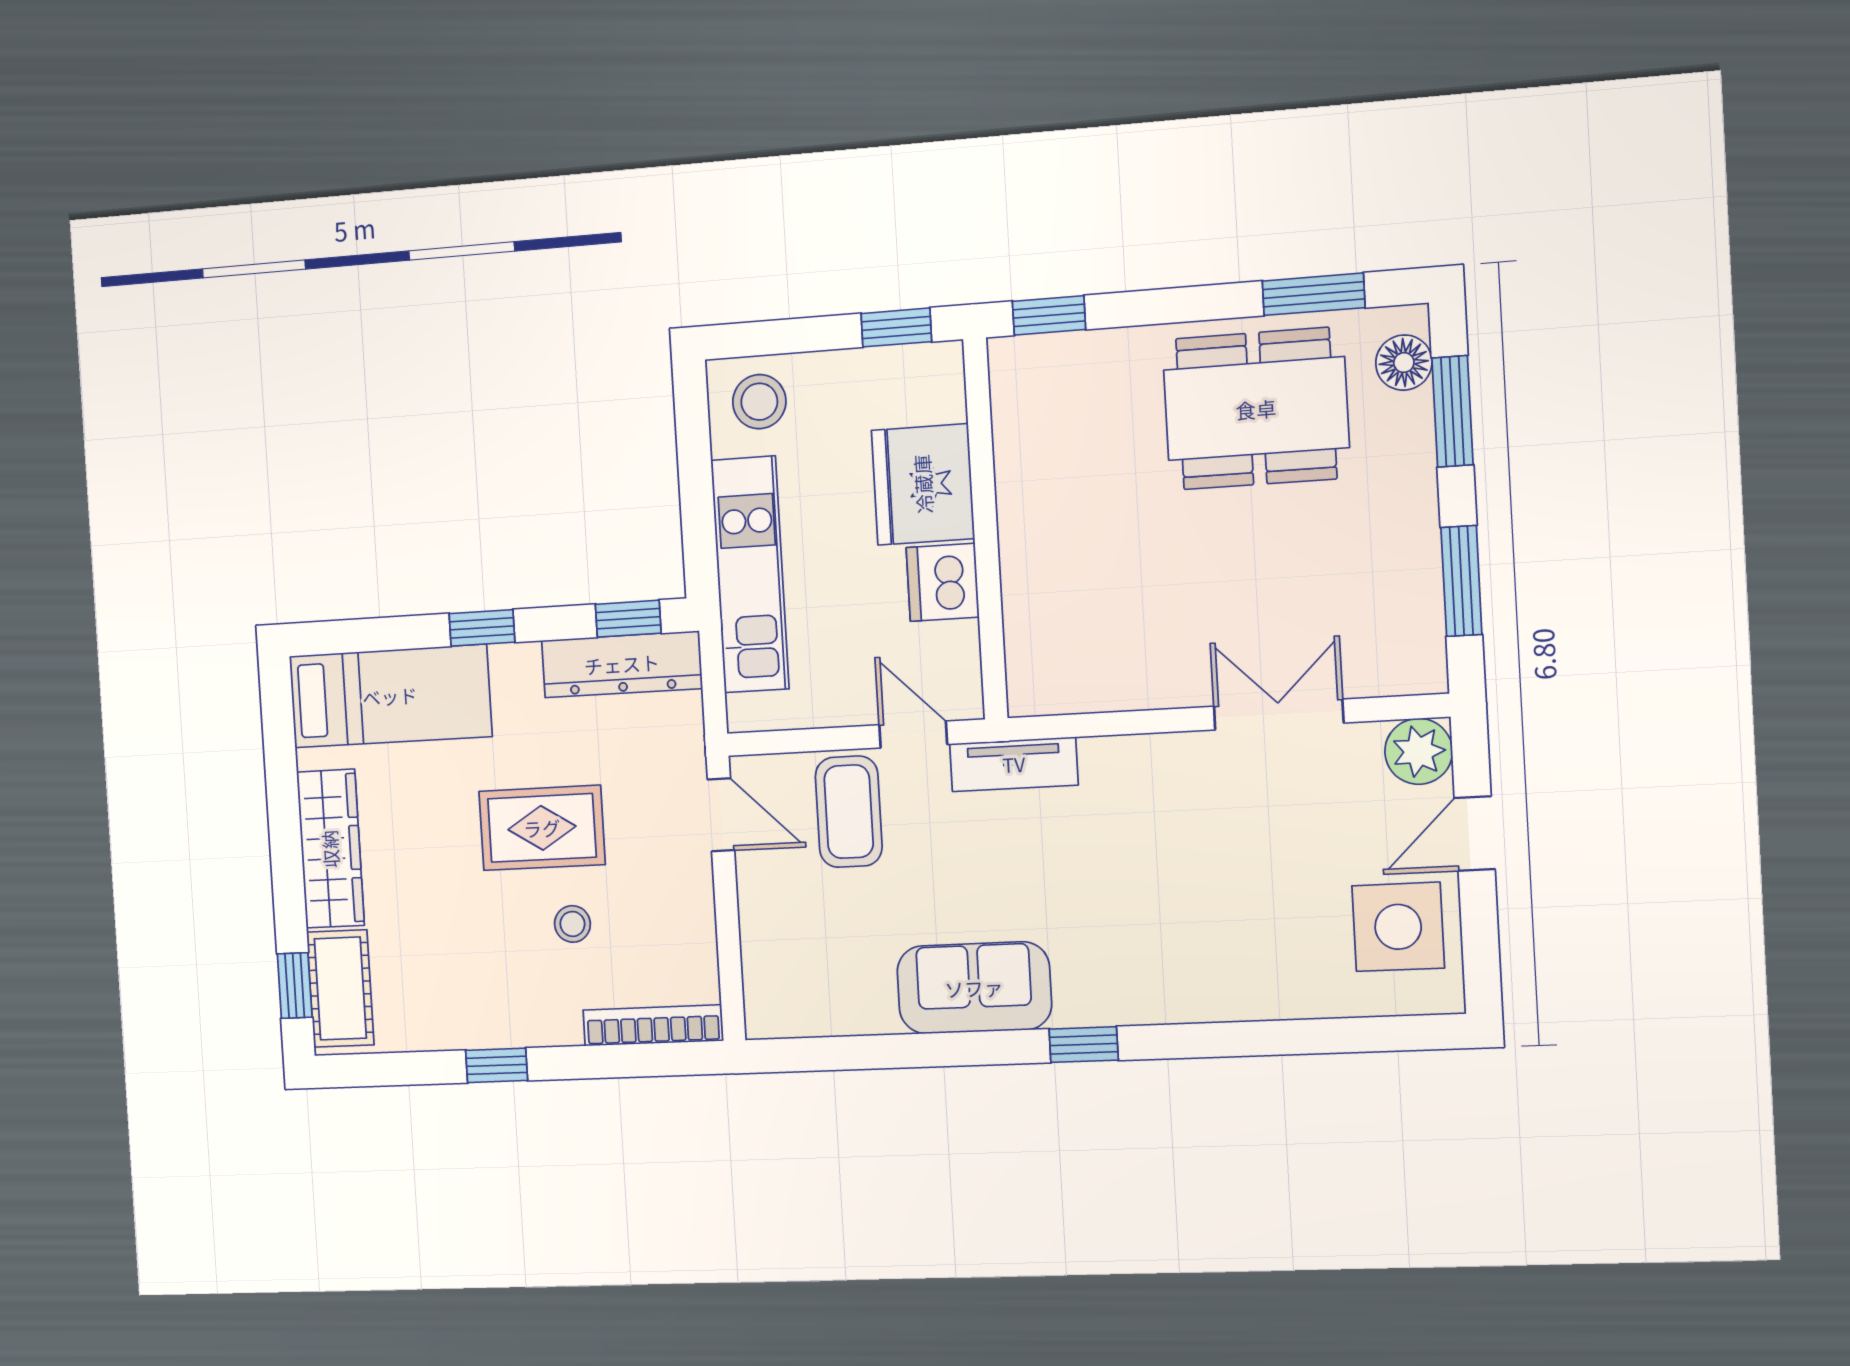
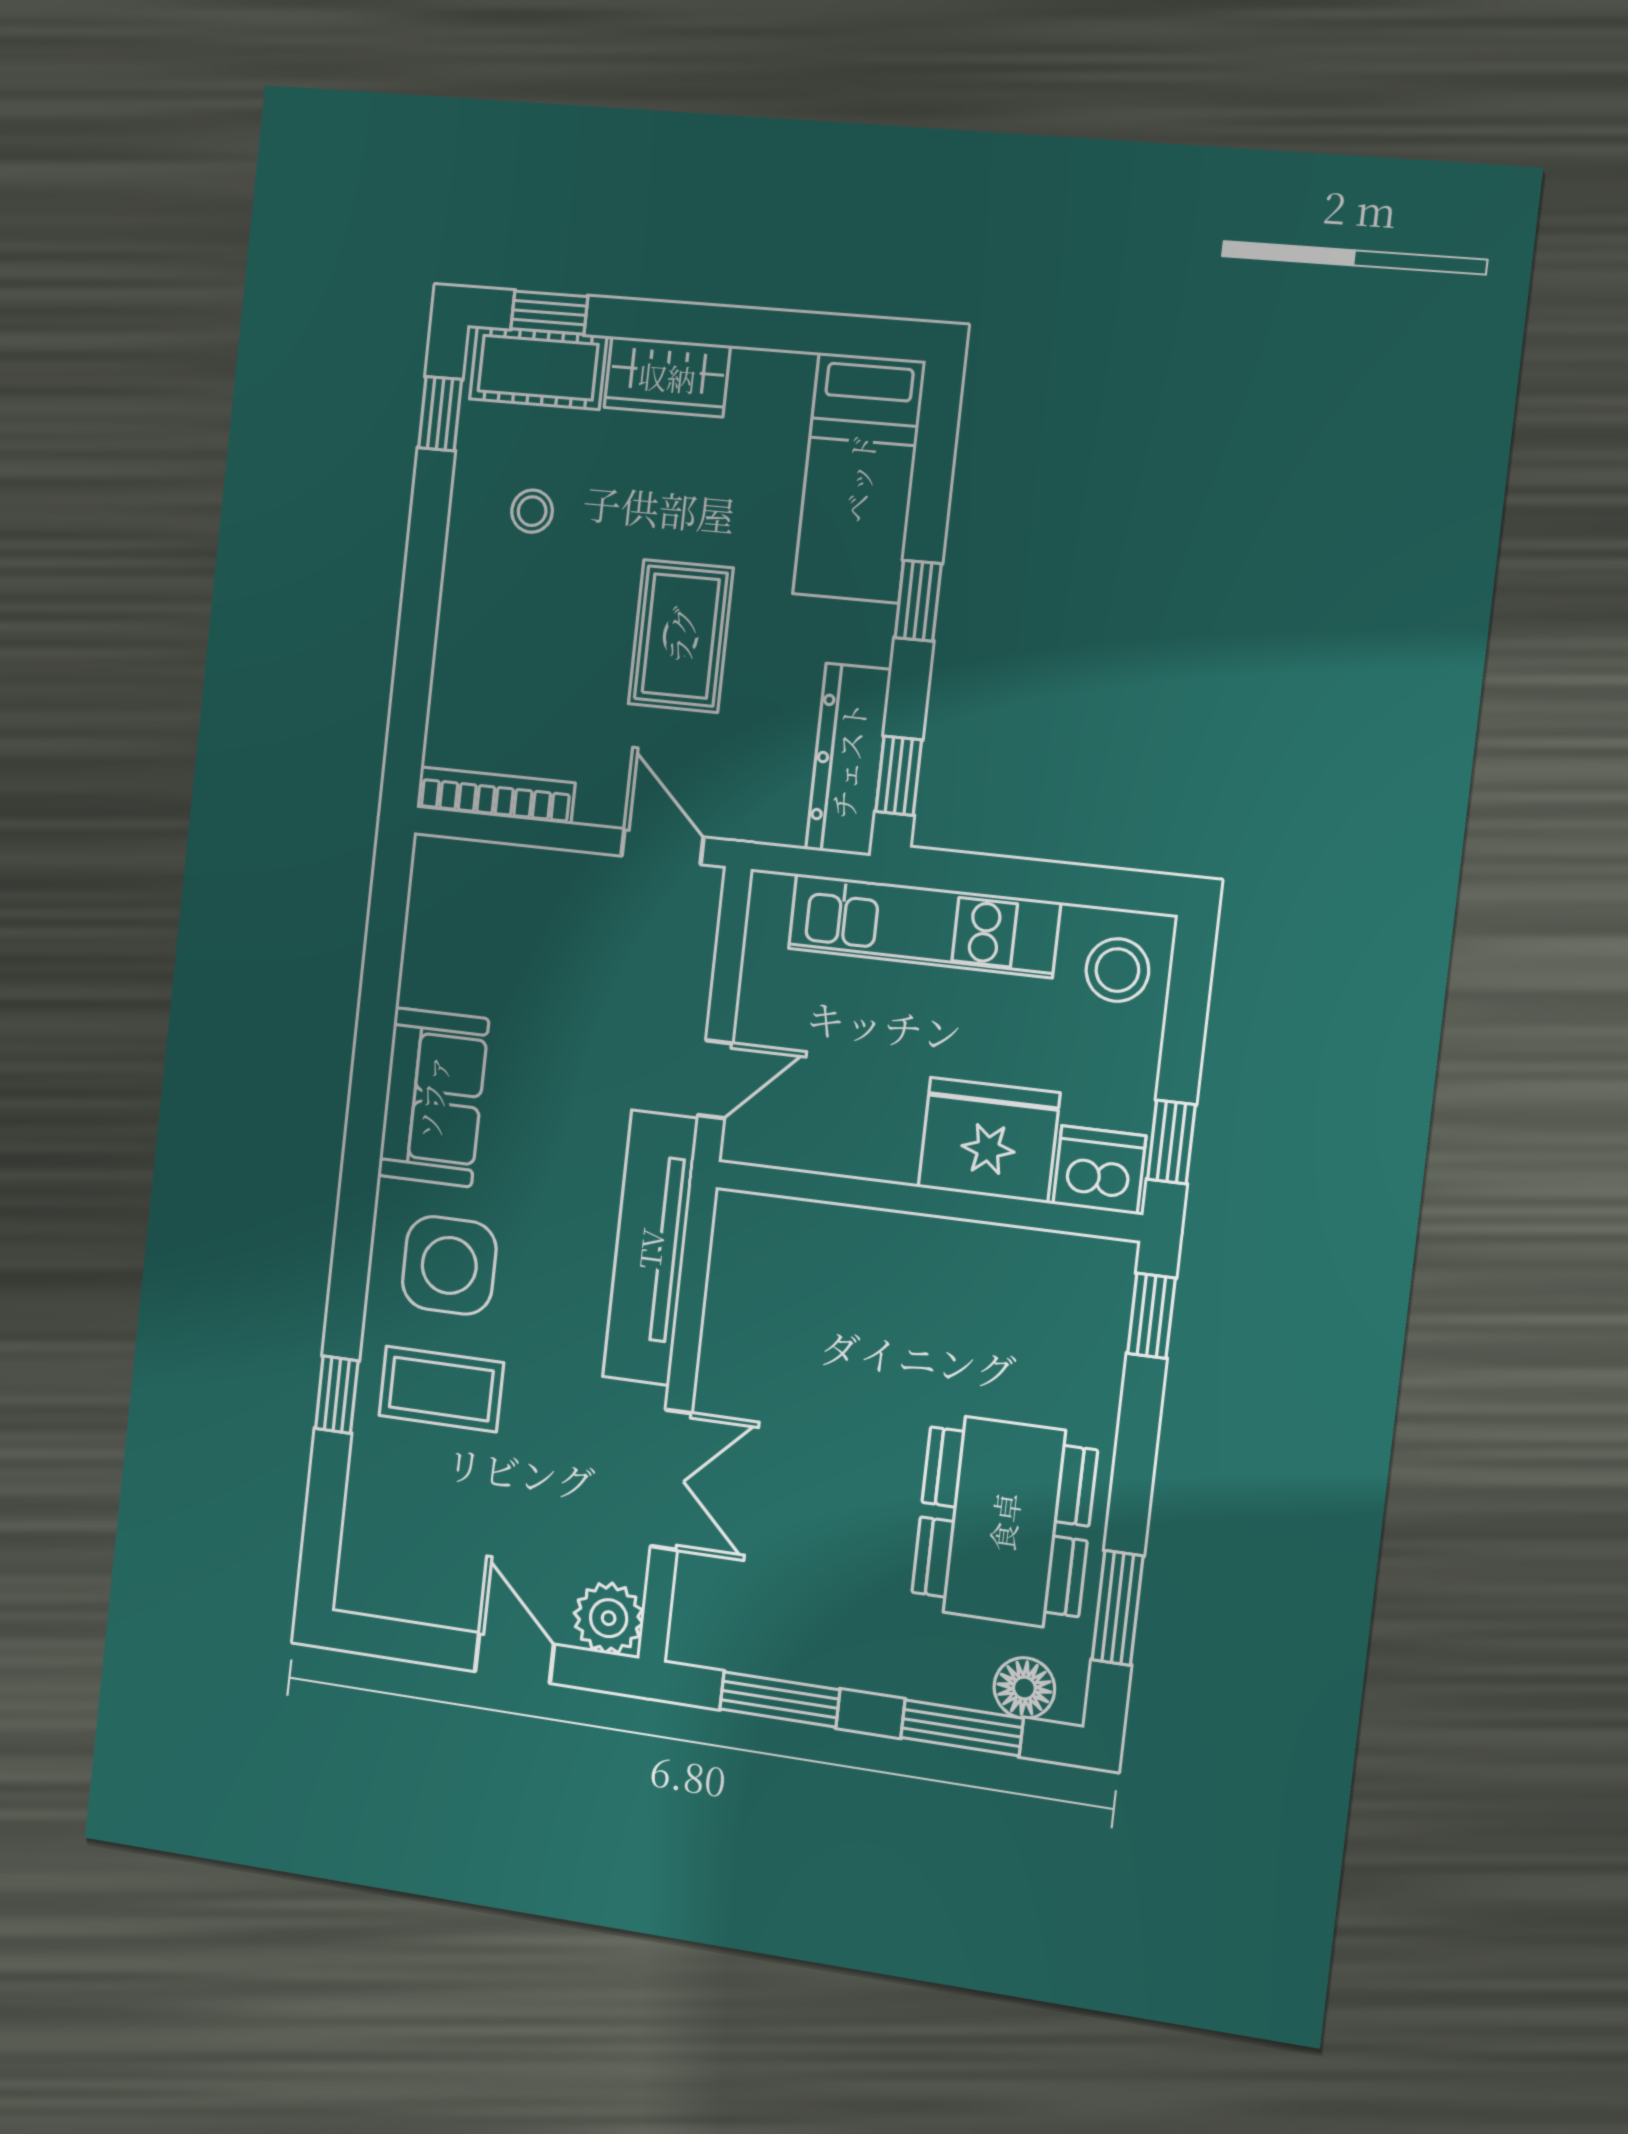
dishwasher: (943, 582) -> (1099, 1170), moved
tv unit: (1014, 764) -> (650, 1248), width x1.92, depth x1.29
coffee table: (849, 812) -> (441, 1389), moved
door: (721, 815) -> (662, 847), swing flipped
wardrobe: (330, 849) -> (667, 377), width x0.67
stool: (572, 924) -> (532, 511), moved
side table: (1398, 927) -> (449, 1265), moved
bookcase: (653, 1025) -> (496, 795), moved, turned -90
window: (1084, 1045) -> (337, 1395), moved
window: (497, 1065) -> (440, 414), moved

